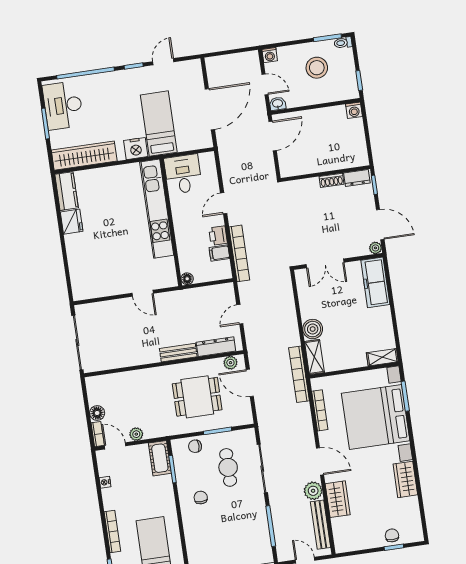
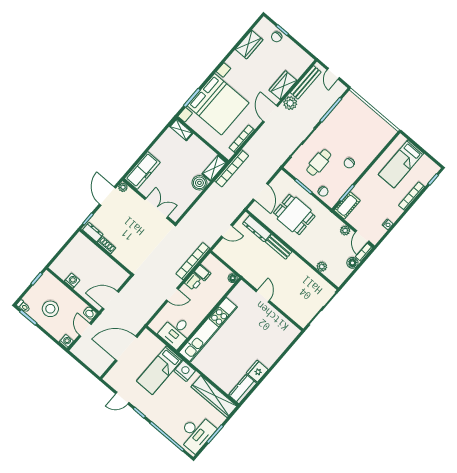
washing machine: (354, 110) -> (72, 281), moved
plant: (230, 363) -> (322, 267), moved
wardrobe: (405, 479) -> (249, 45), moved

